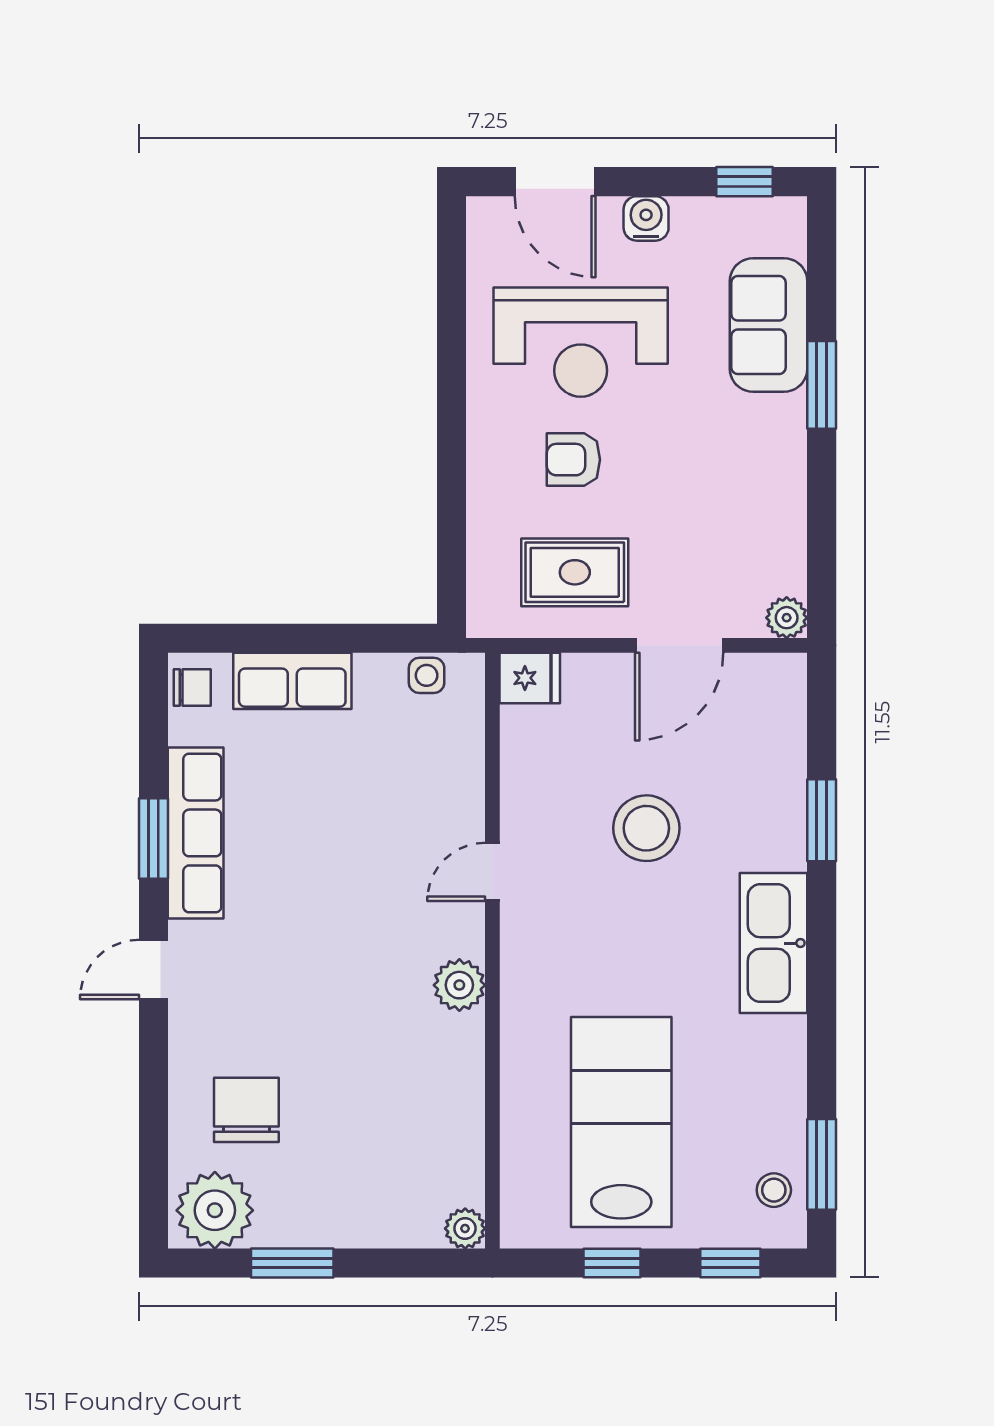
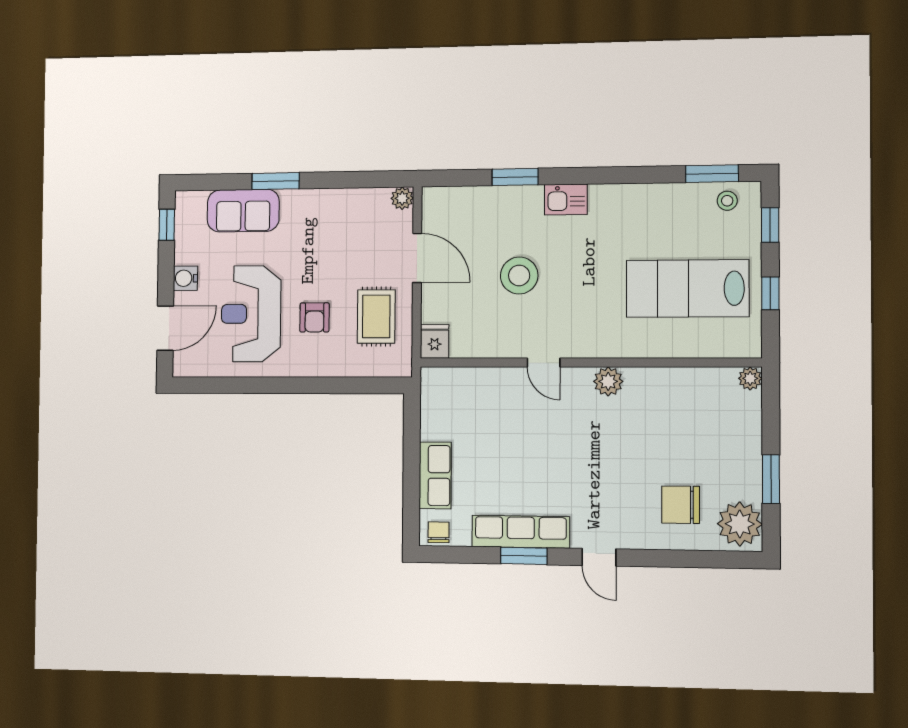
reception desk: (581, 342) -> (251, 314), turned 180
side table: (427, 675) -> (433, 400), removed
kitchen sink: (773, 943) -> (566, 200), width x0.53, depth x0.81

